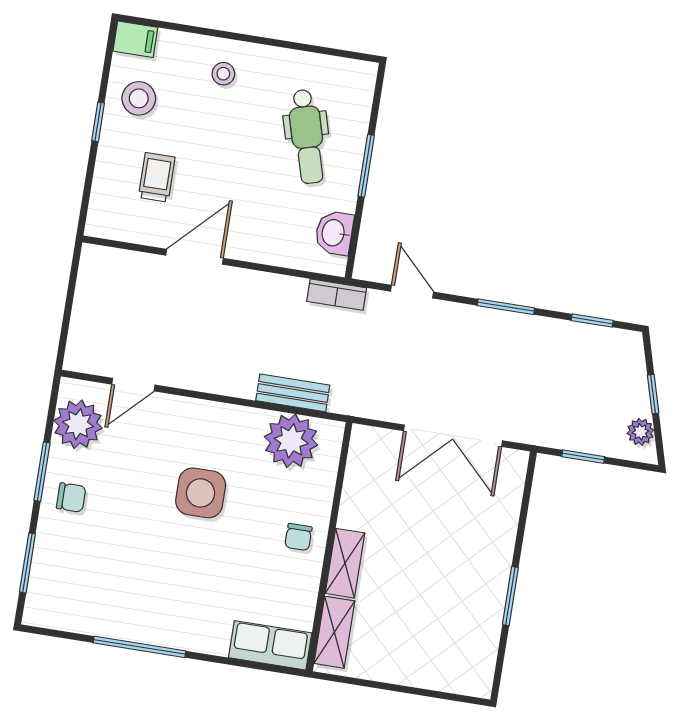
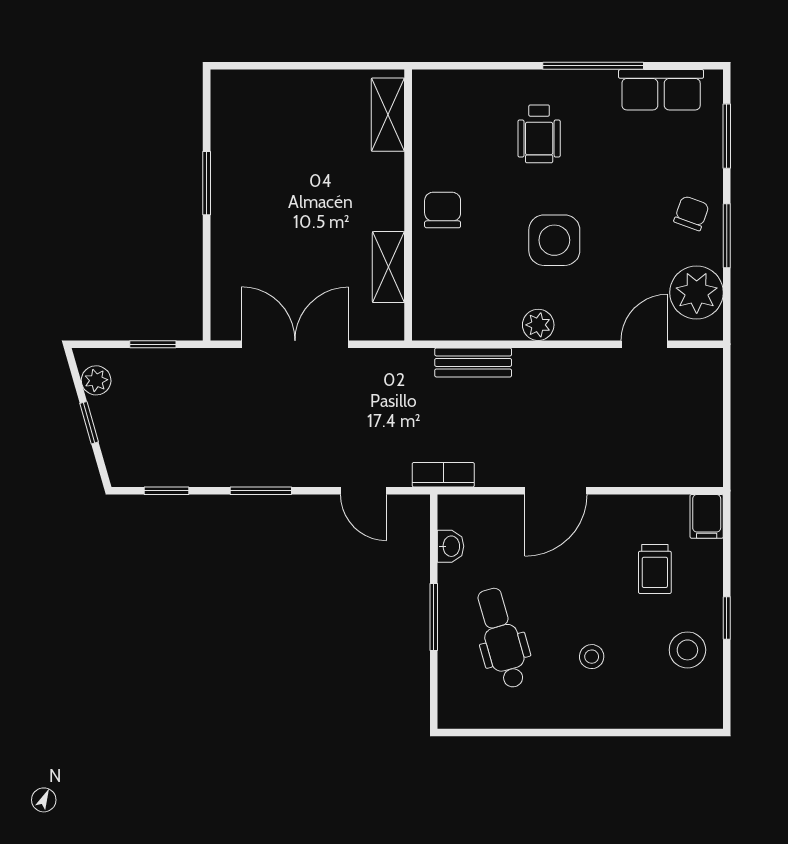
filing cabinet: (135, 39) -> (707, 516), moved, turned -90
stool: (223, 74) -> (592, 657), moved
washbasin: (334, 233) -> (451, 546), width x0.72, depth x0.69
door: (194, 257) -> (556, 491), moved
plant: (291, 441) -> (538, 325), moved, width x0.53, depth x0.53
chair: (71, 497) -> (691, 213), turned 110
chair: (298, 537) -> (443, 210), width x1.37, depth x1.37
shelving: (345, 563) -> (388, 267), moved
wheelchair: (199, 593) -> (539, 134), added
row of seats: (270, 645) -> (661, 90), moved

